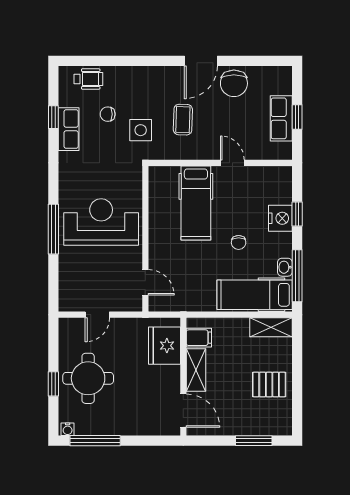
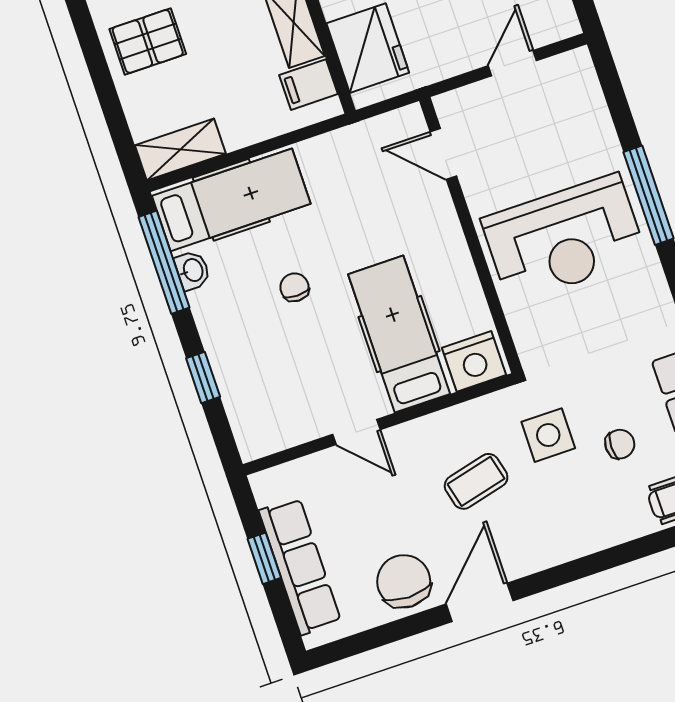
row of seats: (281, 118) -> (300, 566), width x1.48
coffee table: (183, 120) -> (476, 481), turned 74
nightstand: (280, 218) -> (474, 361), moved, turned -90

